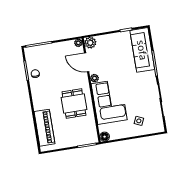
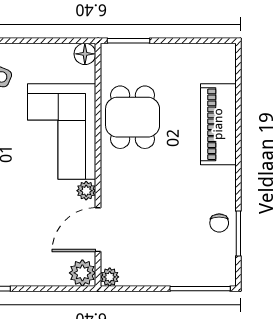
door: (87, 62) -> (98, 230), swing flipped
dining table: (74, 104) -> (133, 117), moved
piano: (44, 128) -> (218, 124), moved

